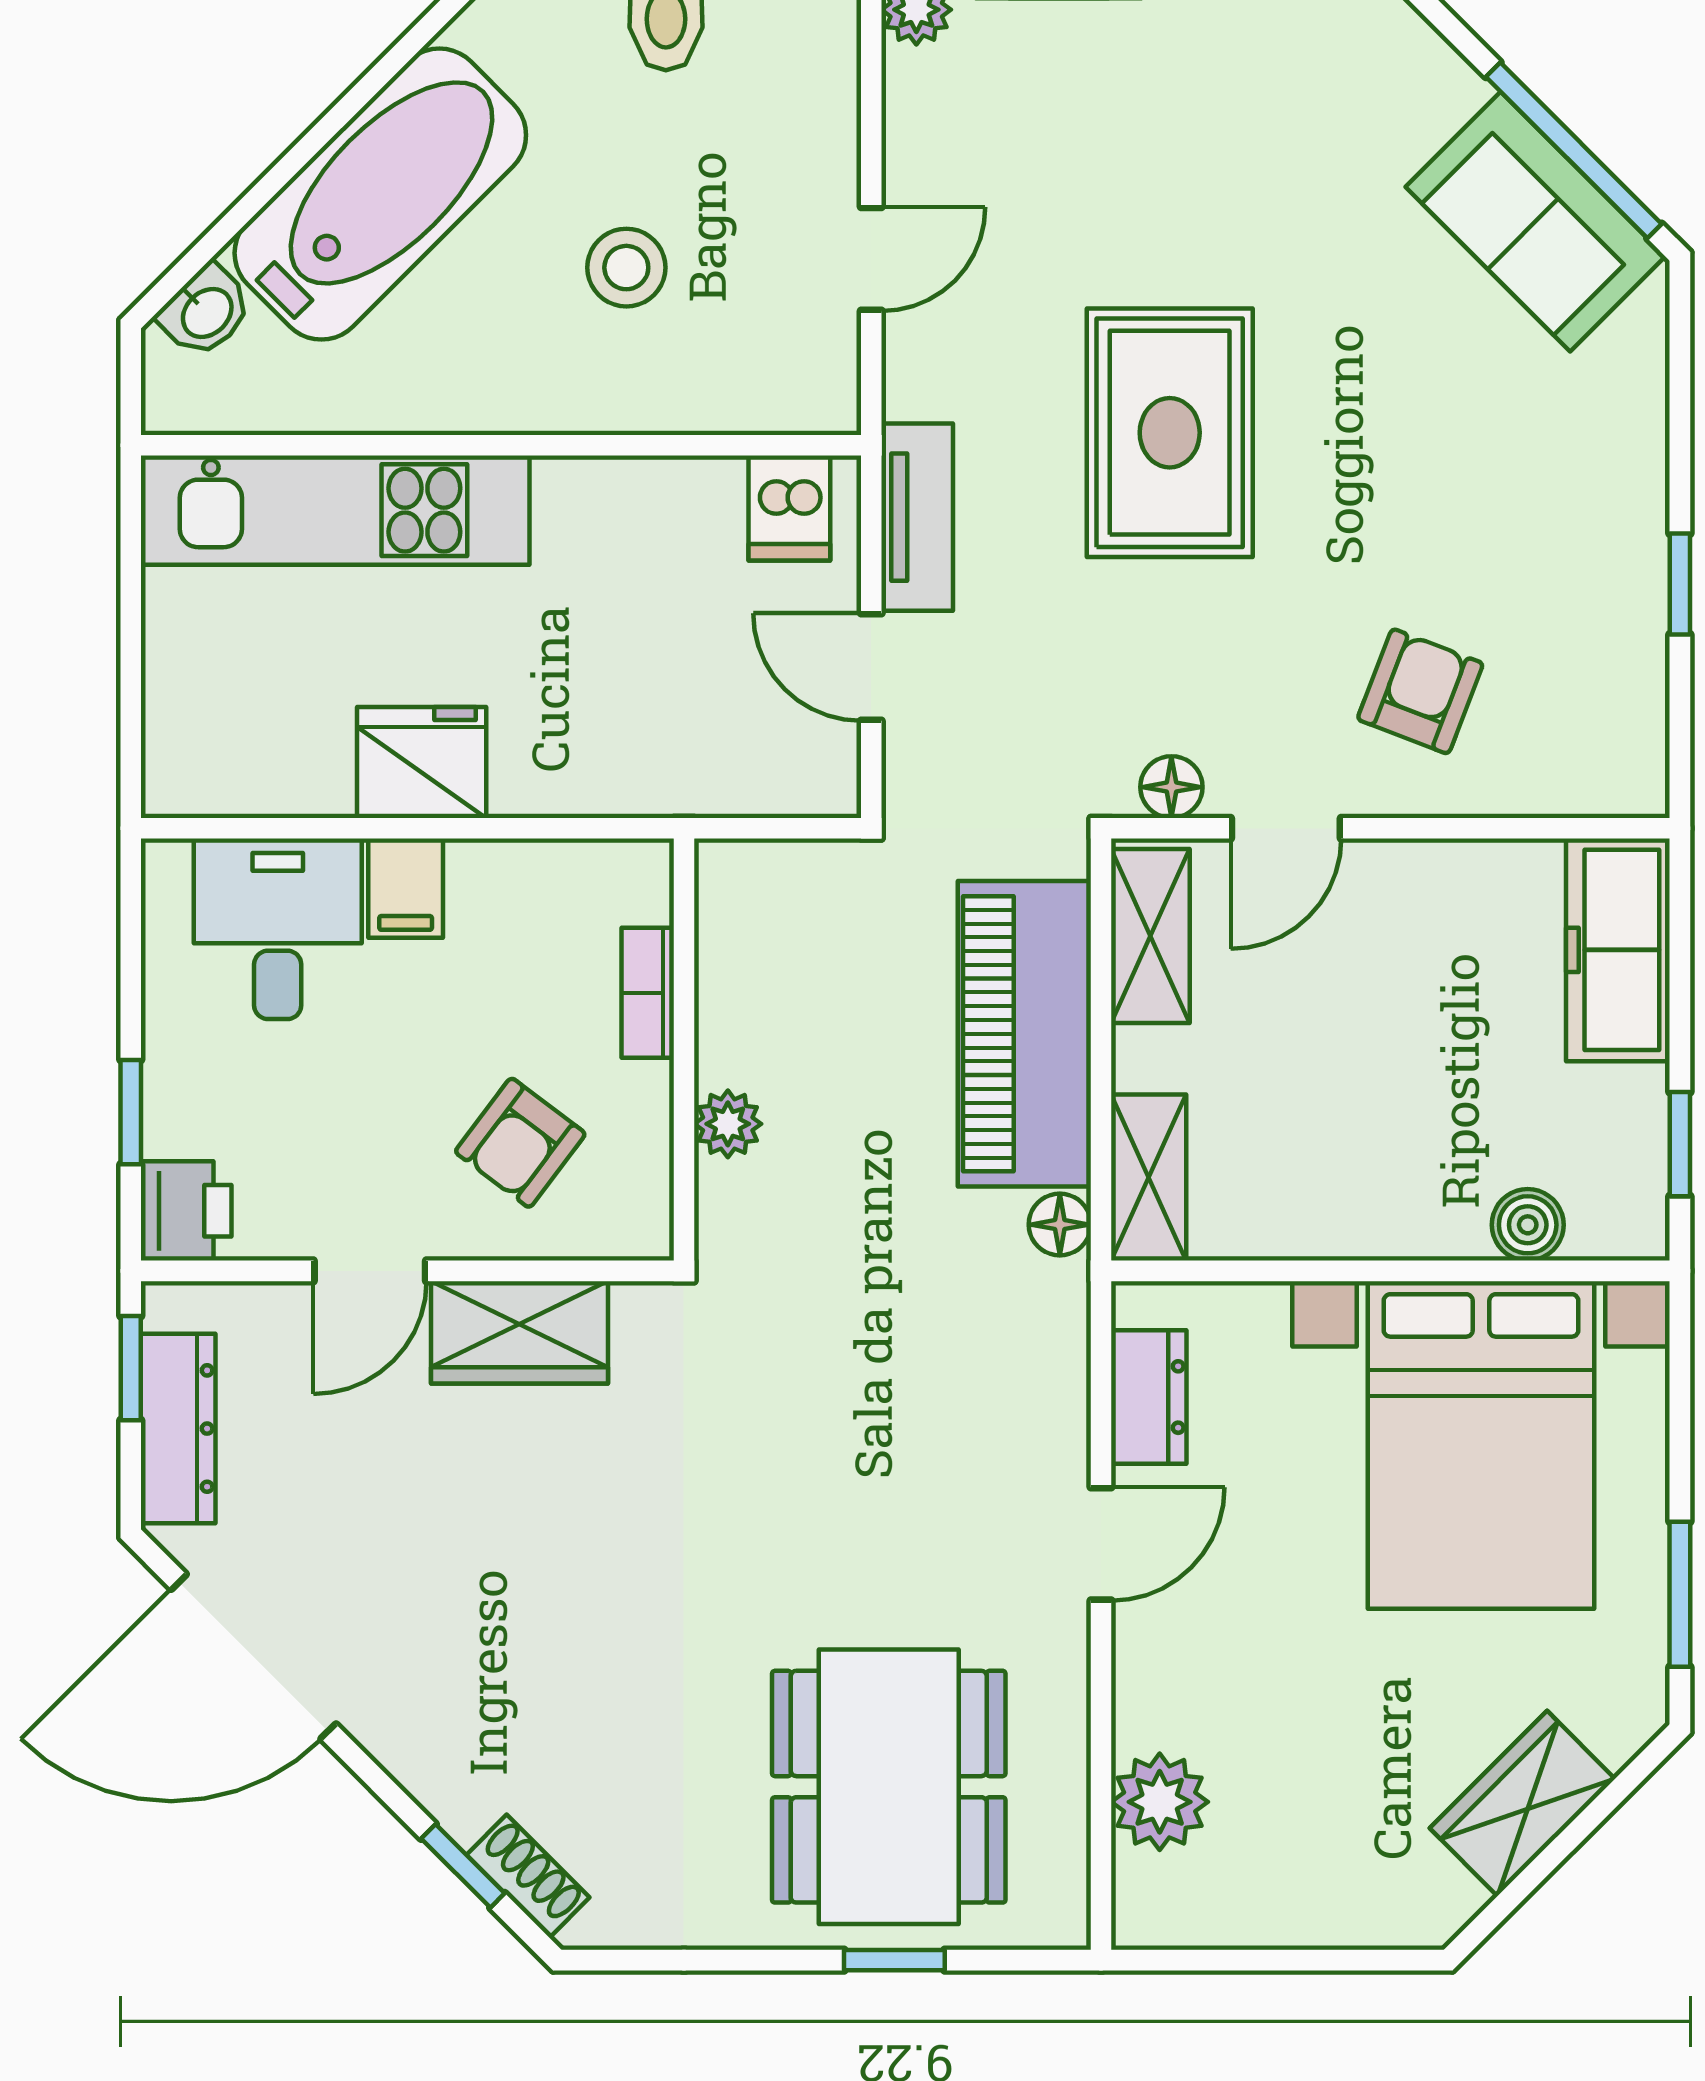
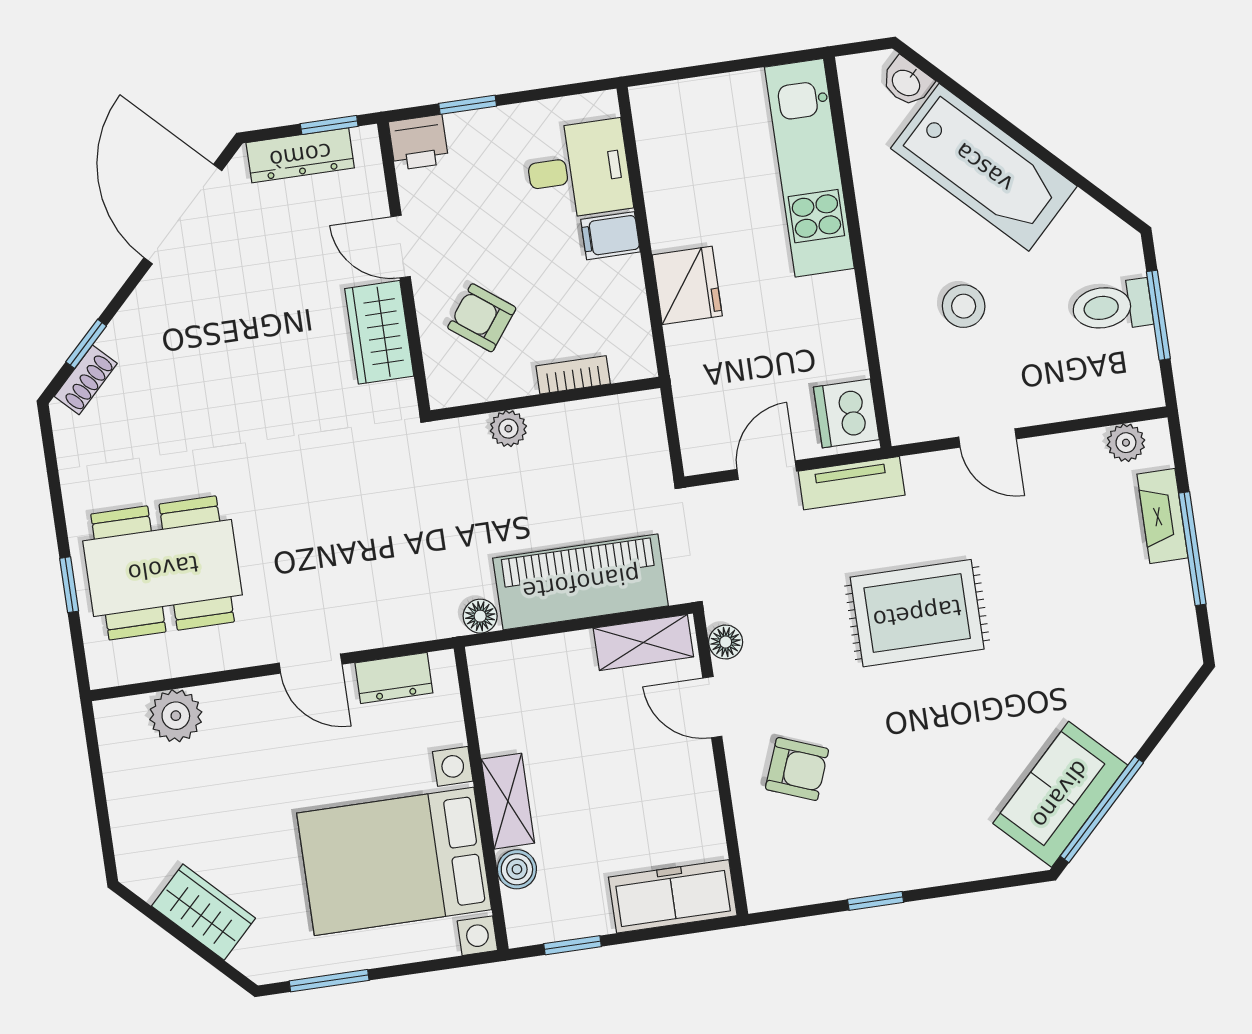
dishwasher: (789, 508) -> (846, 413), width x1.38
fridge: (422, 762) -> (687, 285), moved
shelving: (1149, 1177) -> (508, 801), moved, turned 90

